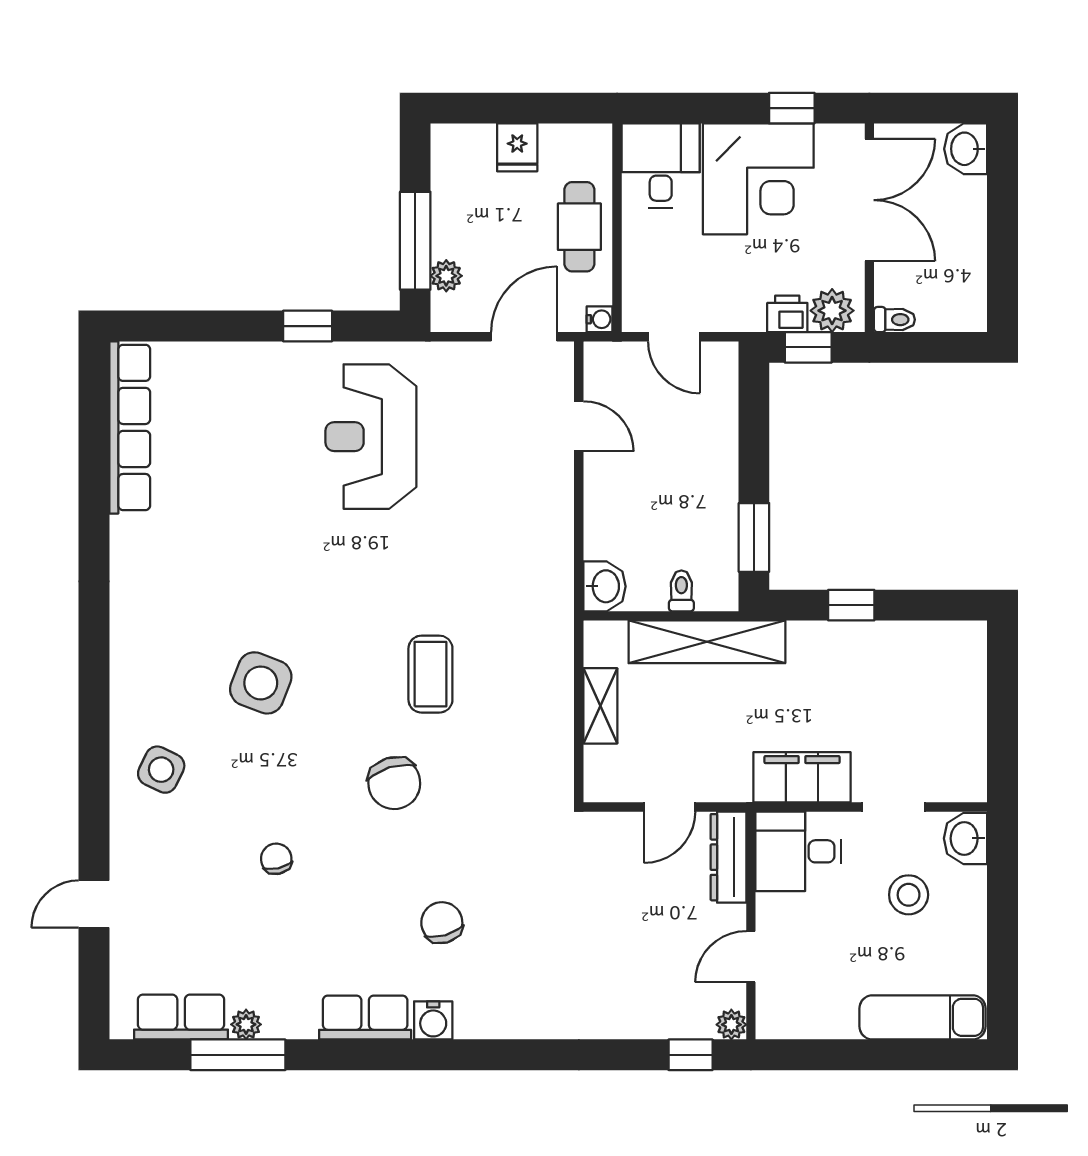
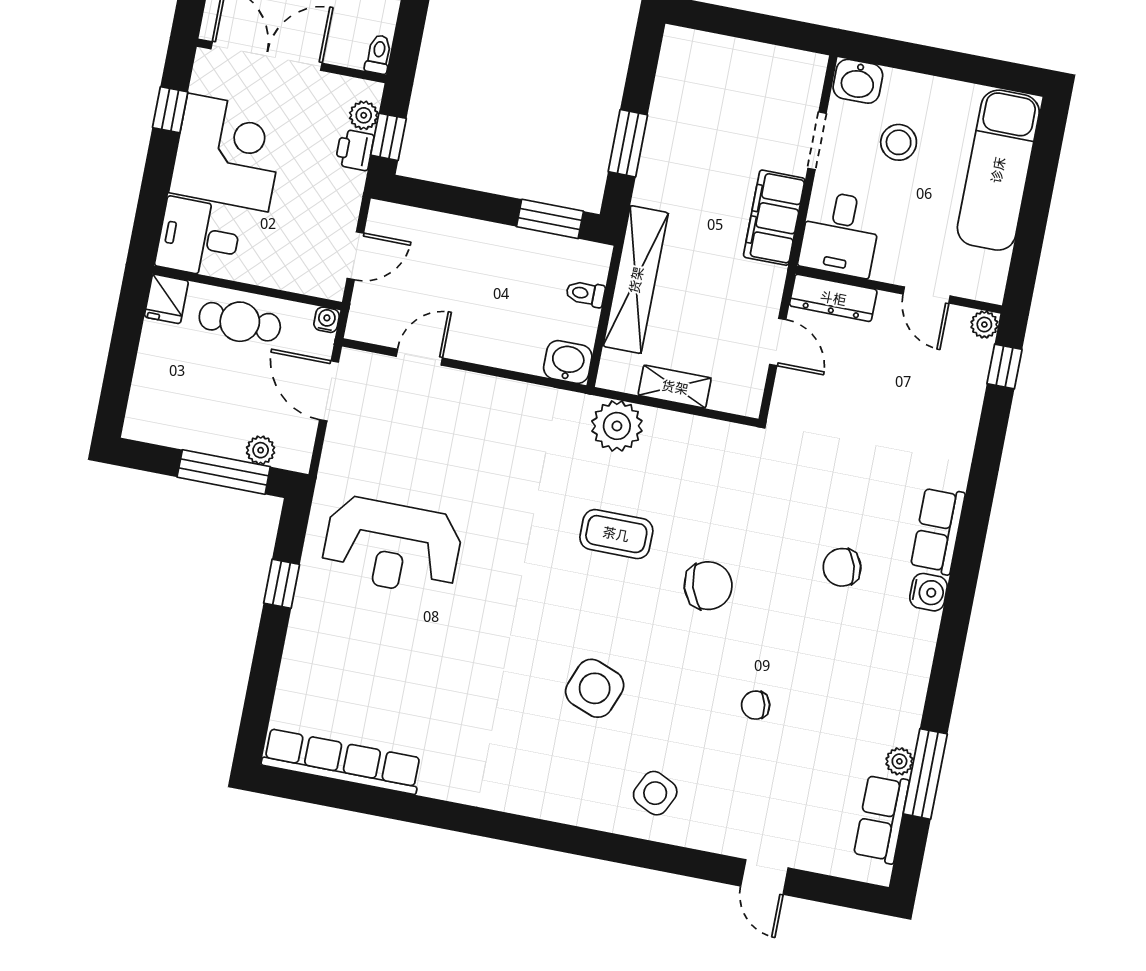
fridge: (517, 147) -> (166, 299), moved, turned 90
plant: (832, 311) -> (364, 115), width x0.73, depth x0.73
window: (851, 605) -> (628, 143), width x1.50
plant: (546, 652) -> (617, 426), added
row of seats: (365, 1017) -> (938, 530), moved
exam couch: (922, 1017) -> (998, 170), width x1.36, depth x1.45

